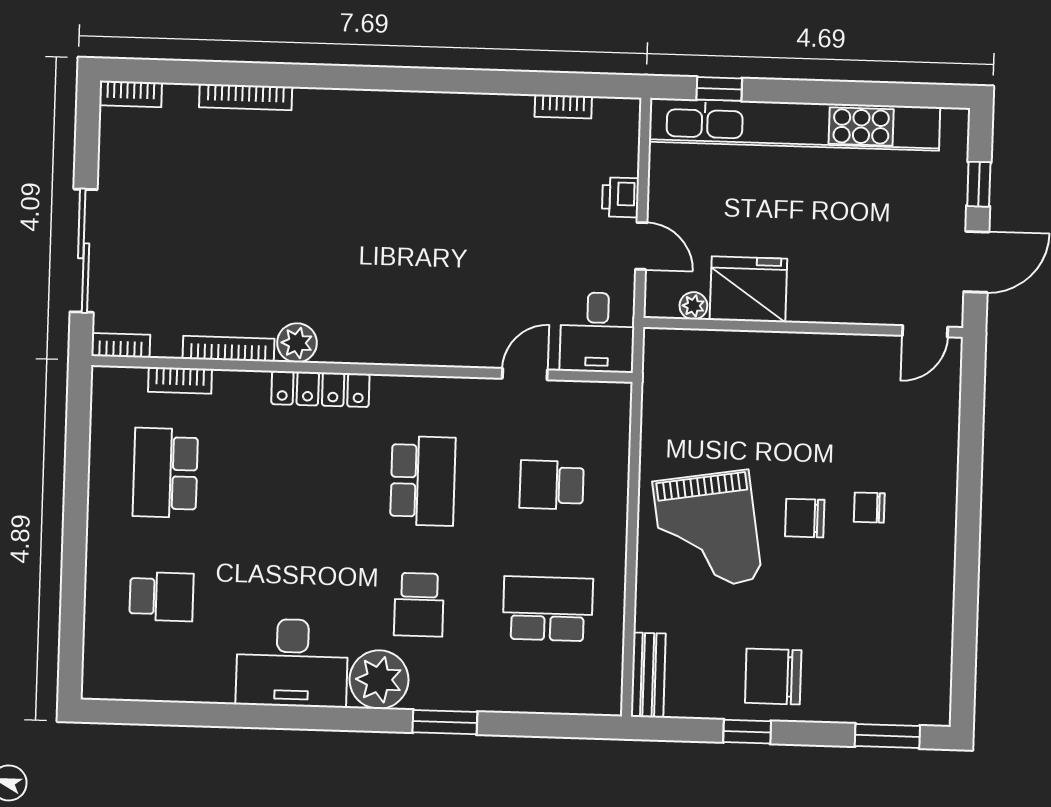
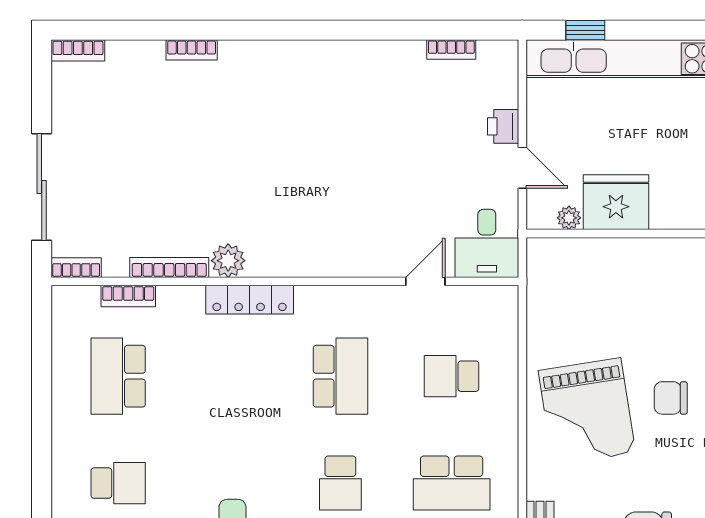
bookcase: (246, 97) -> (192, 50), width x0.64
school desk: (548, 609) -> (452, 483), turned 180

